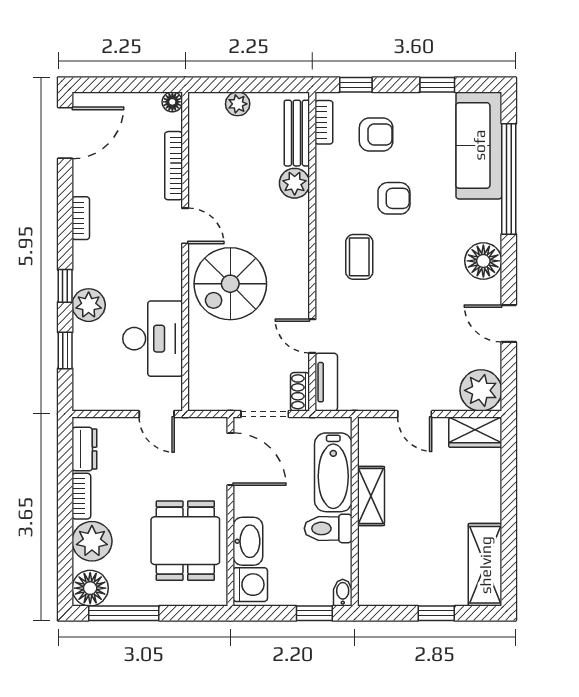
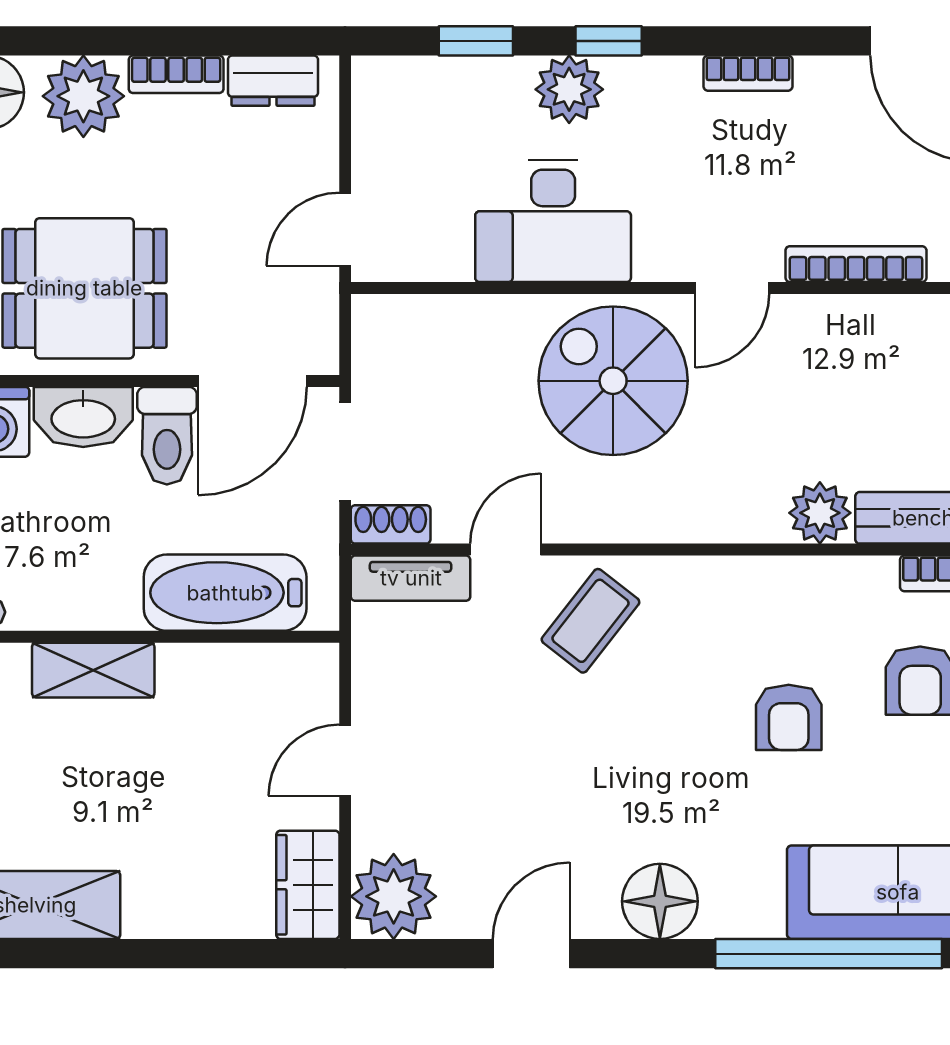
coffee table: (359, 257) -> (591, 621), moved, turned -52
desk: (153, 339) -> (553, 221), moved
shelving: (371, 496) -> (93, 670), moved
toilet: (328, 528) -> (167, 436), moved, turned 180

